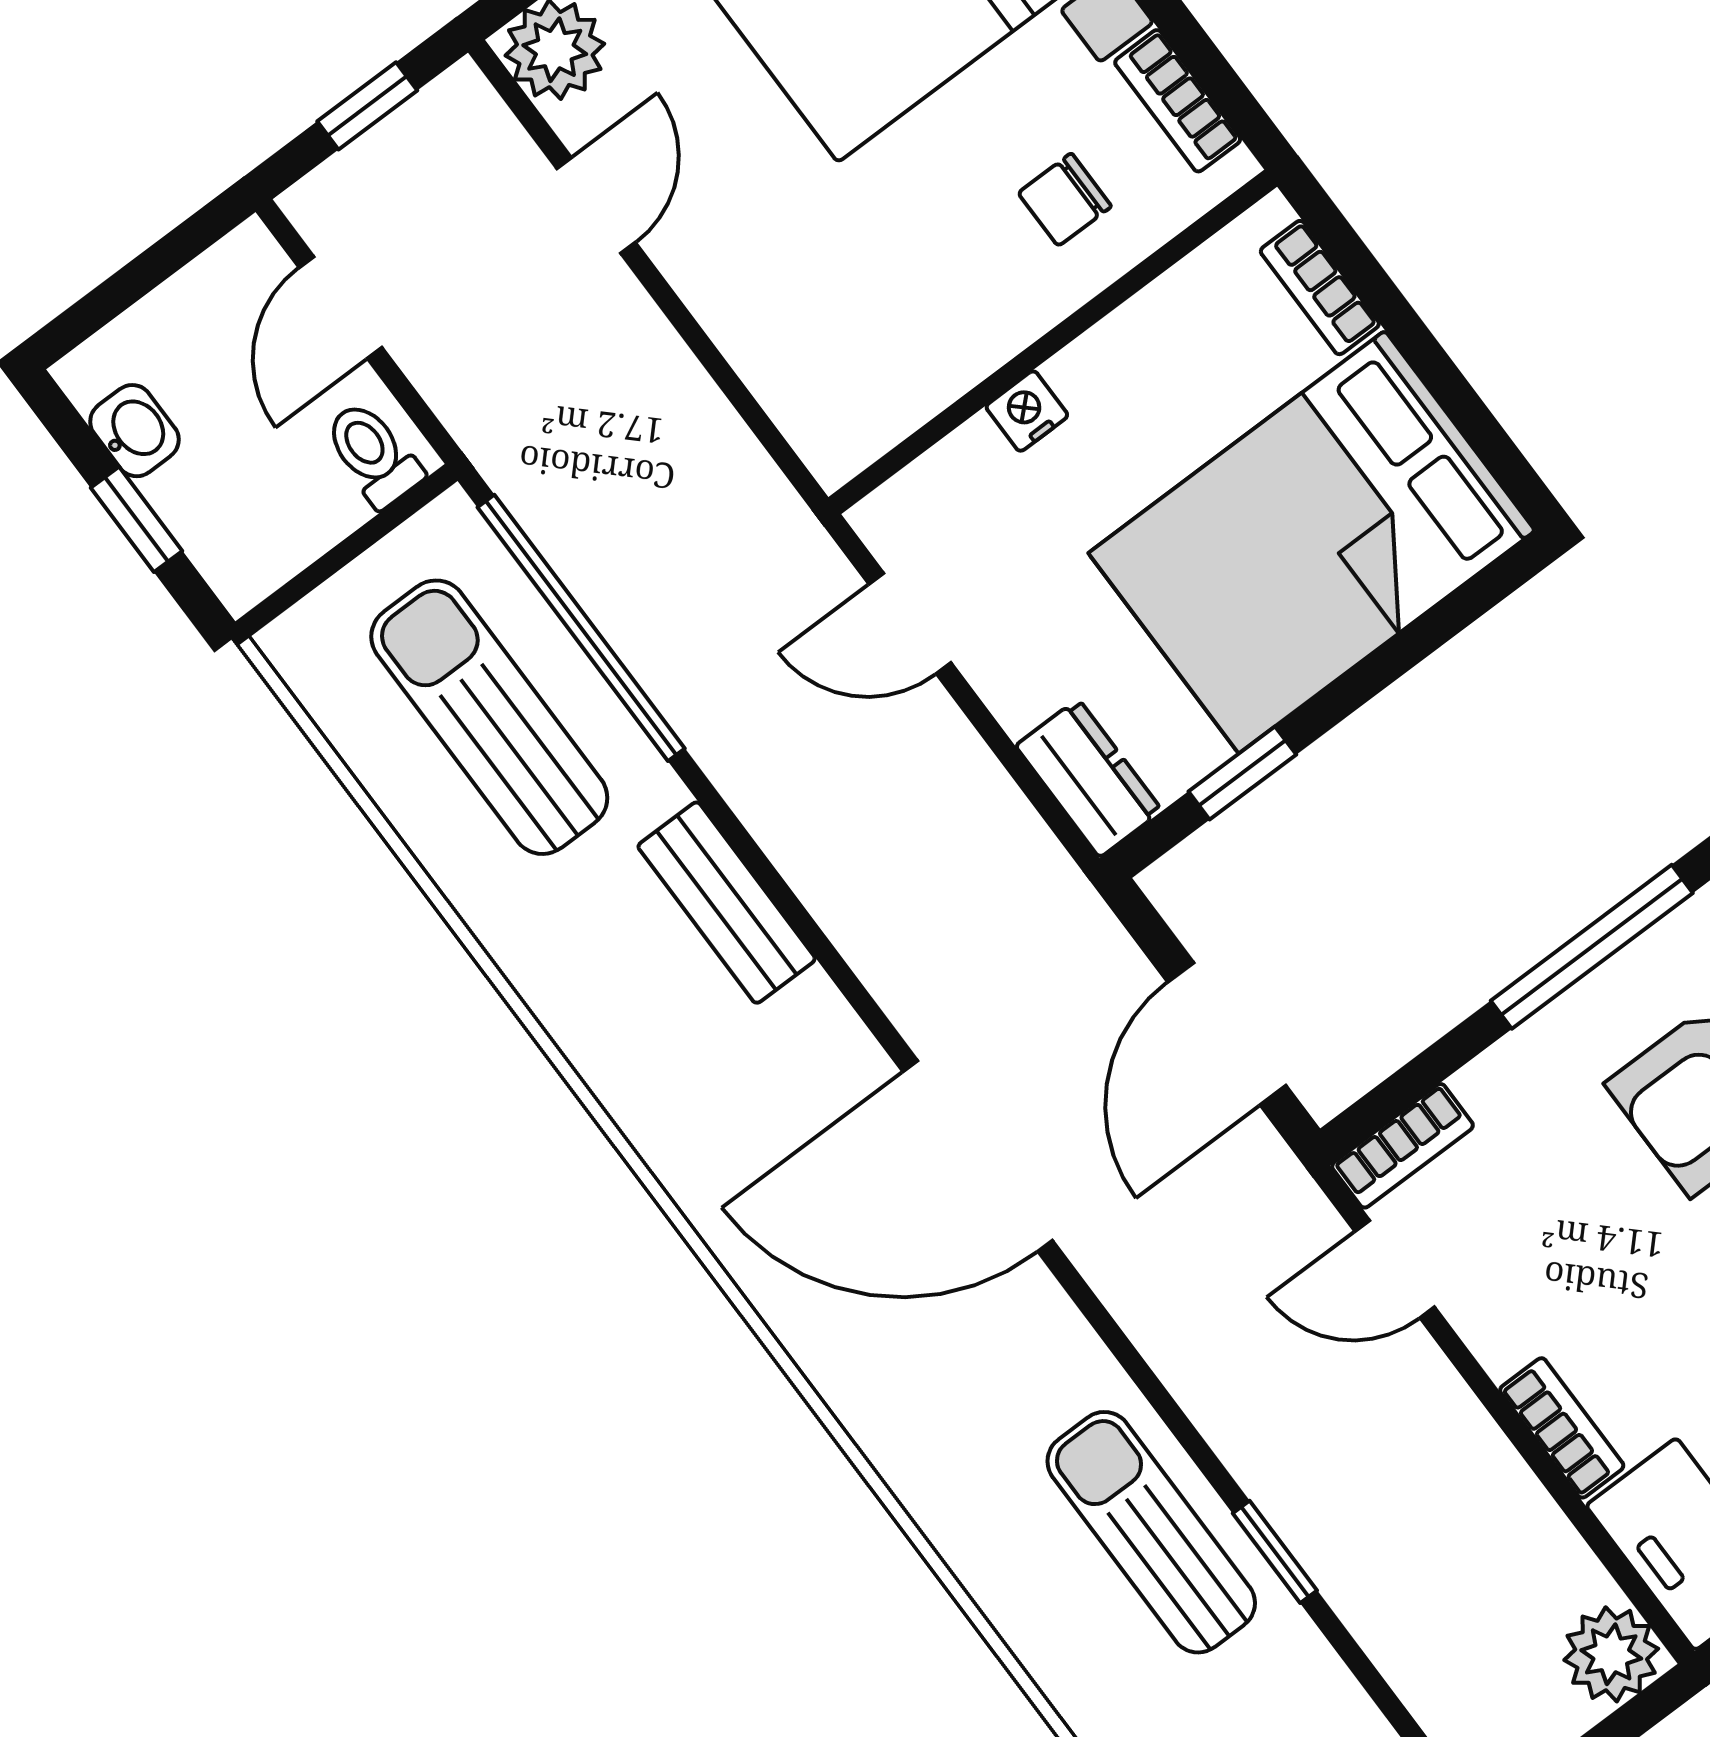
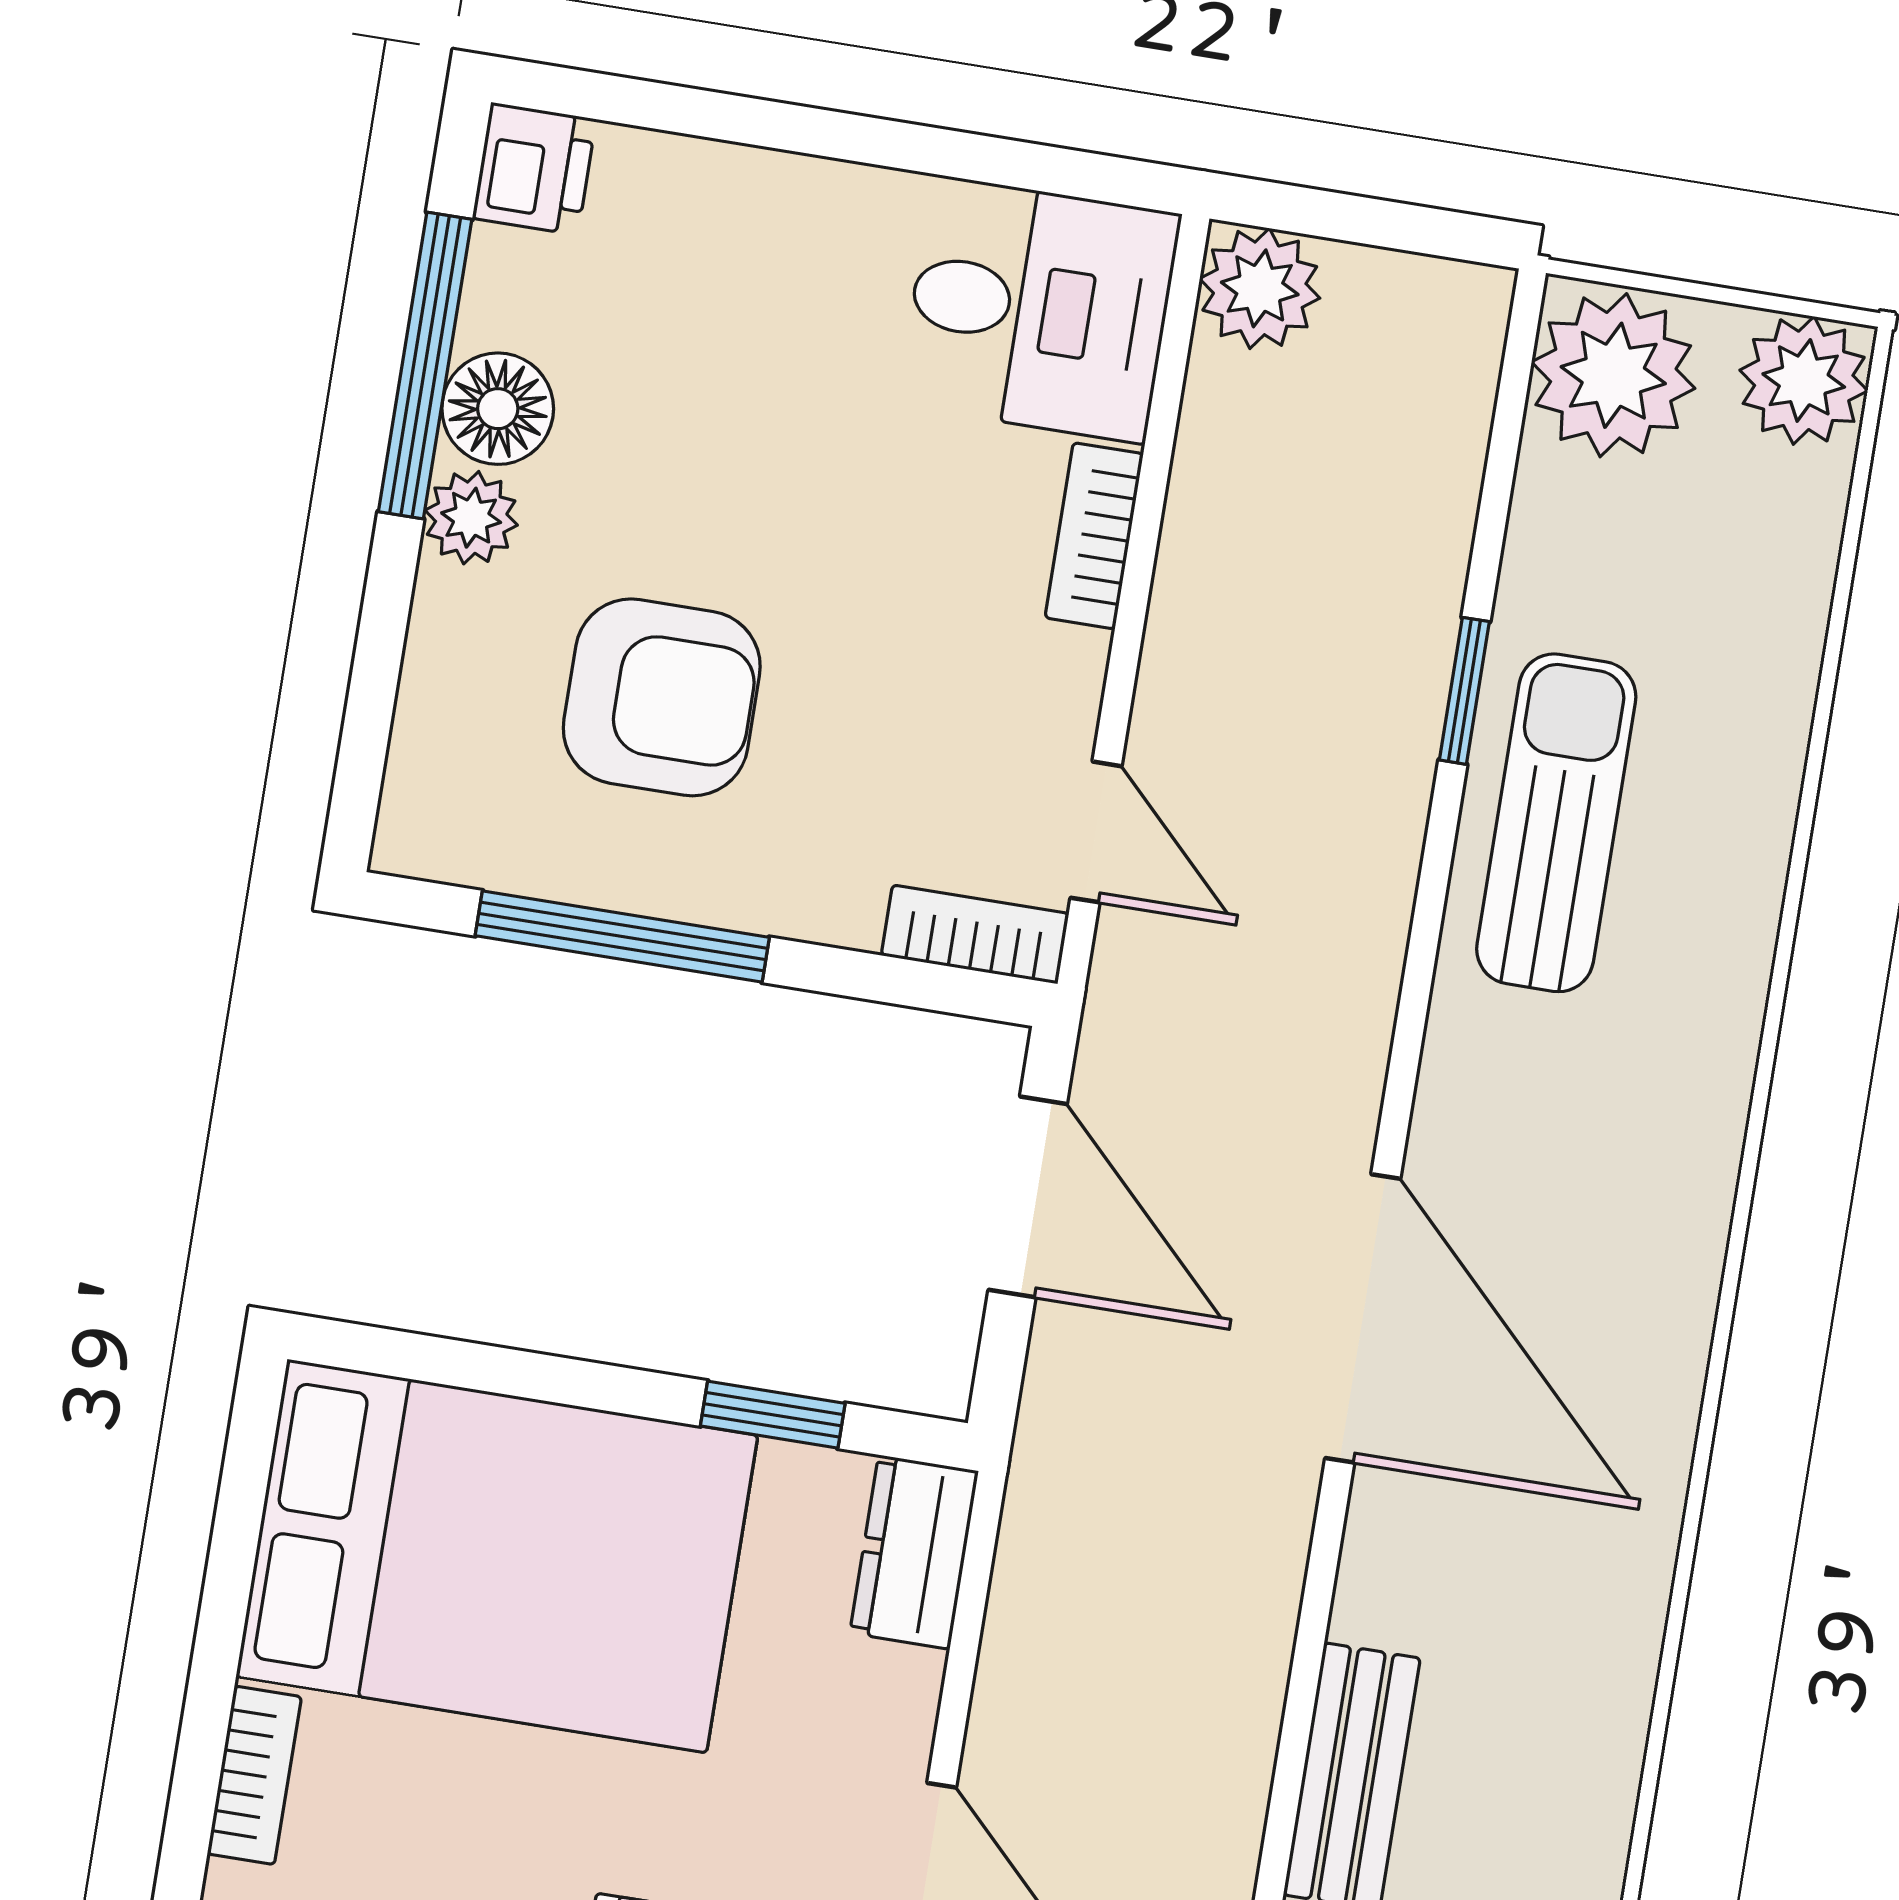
door: (1227, 1034) -> (1028, 1197), hinge flipped
sun lounger: (1151, 1532) -> (1556, 823), turned 180

